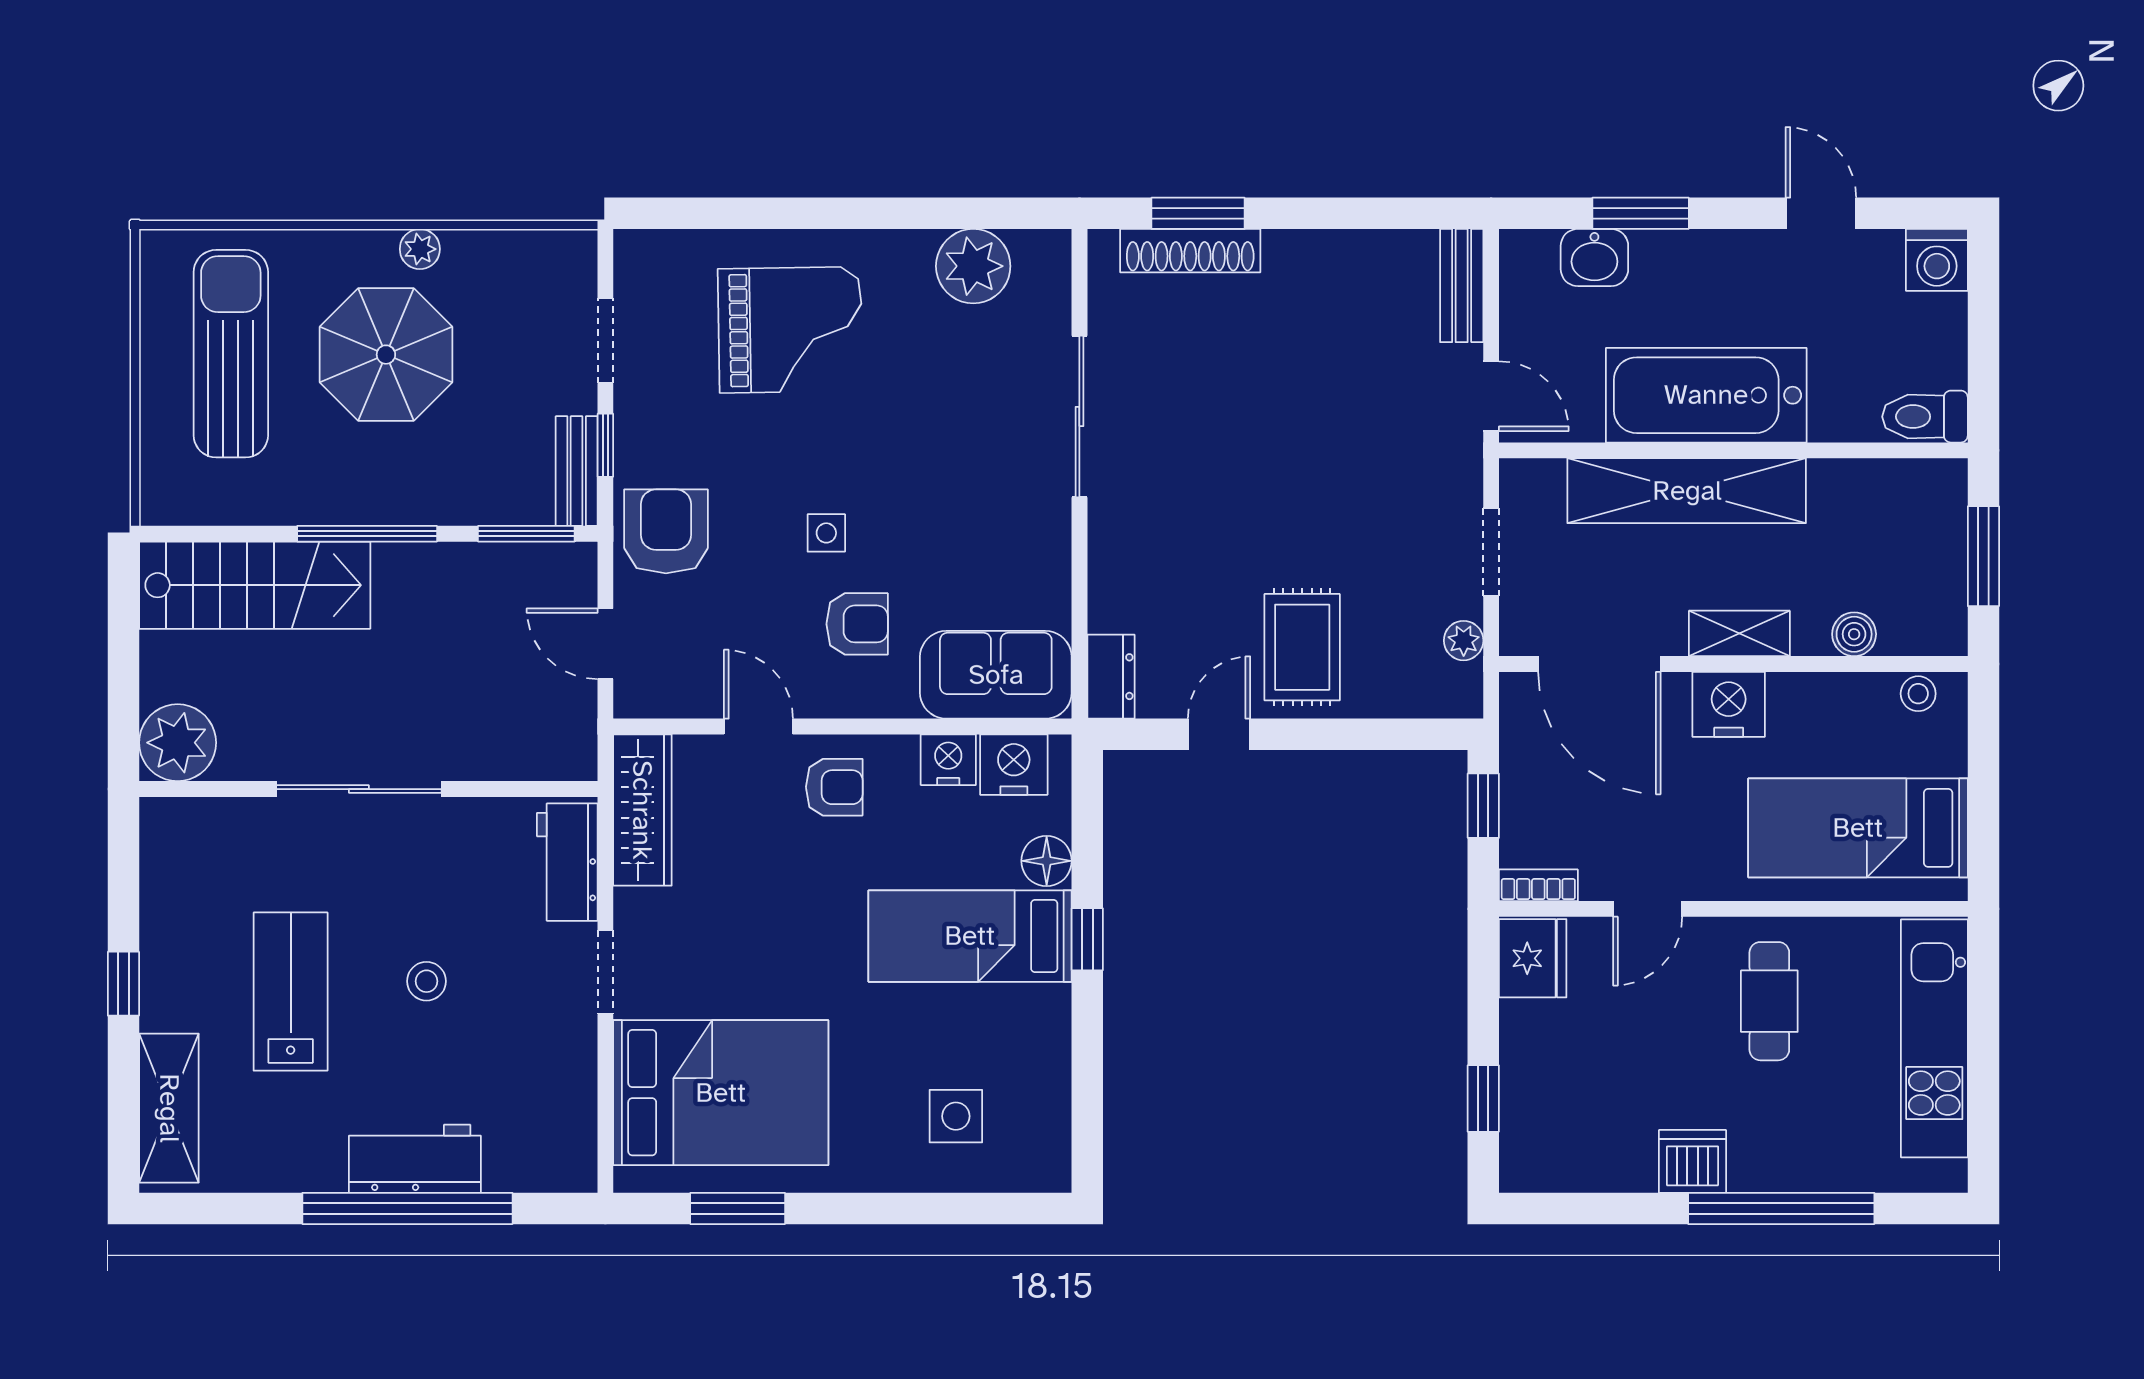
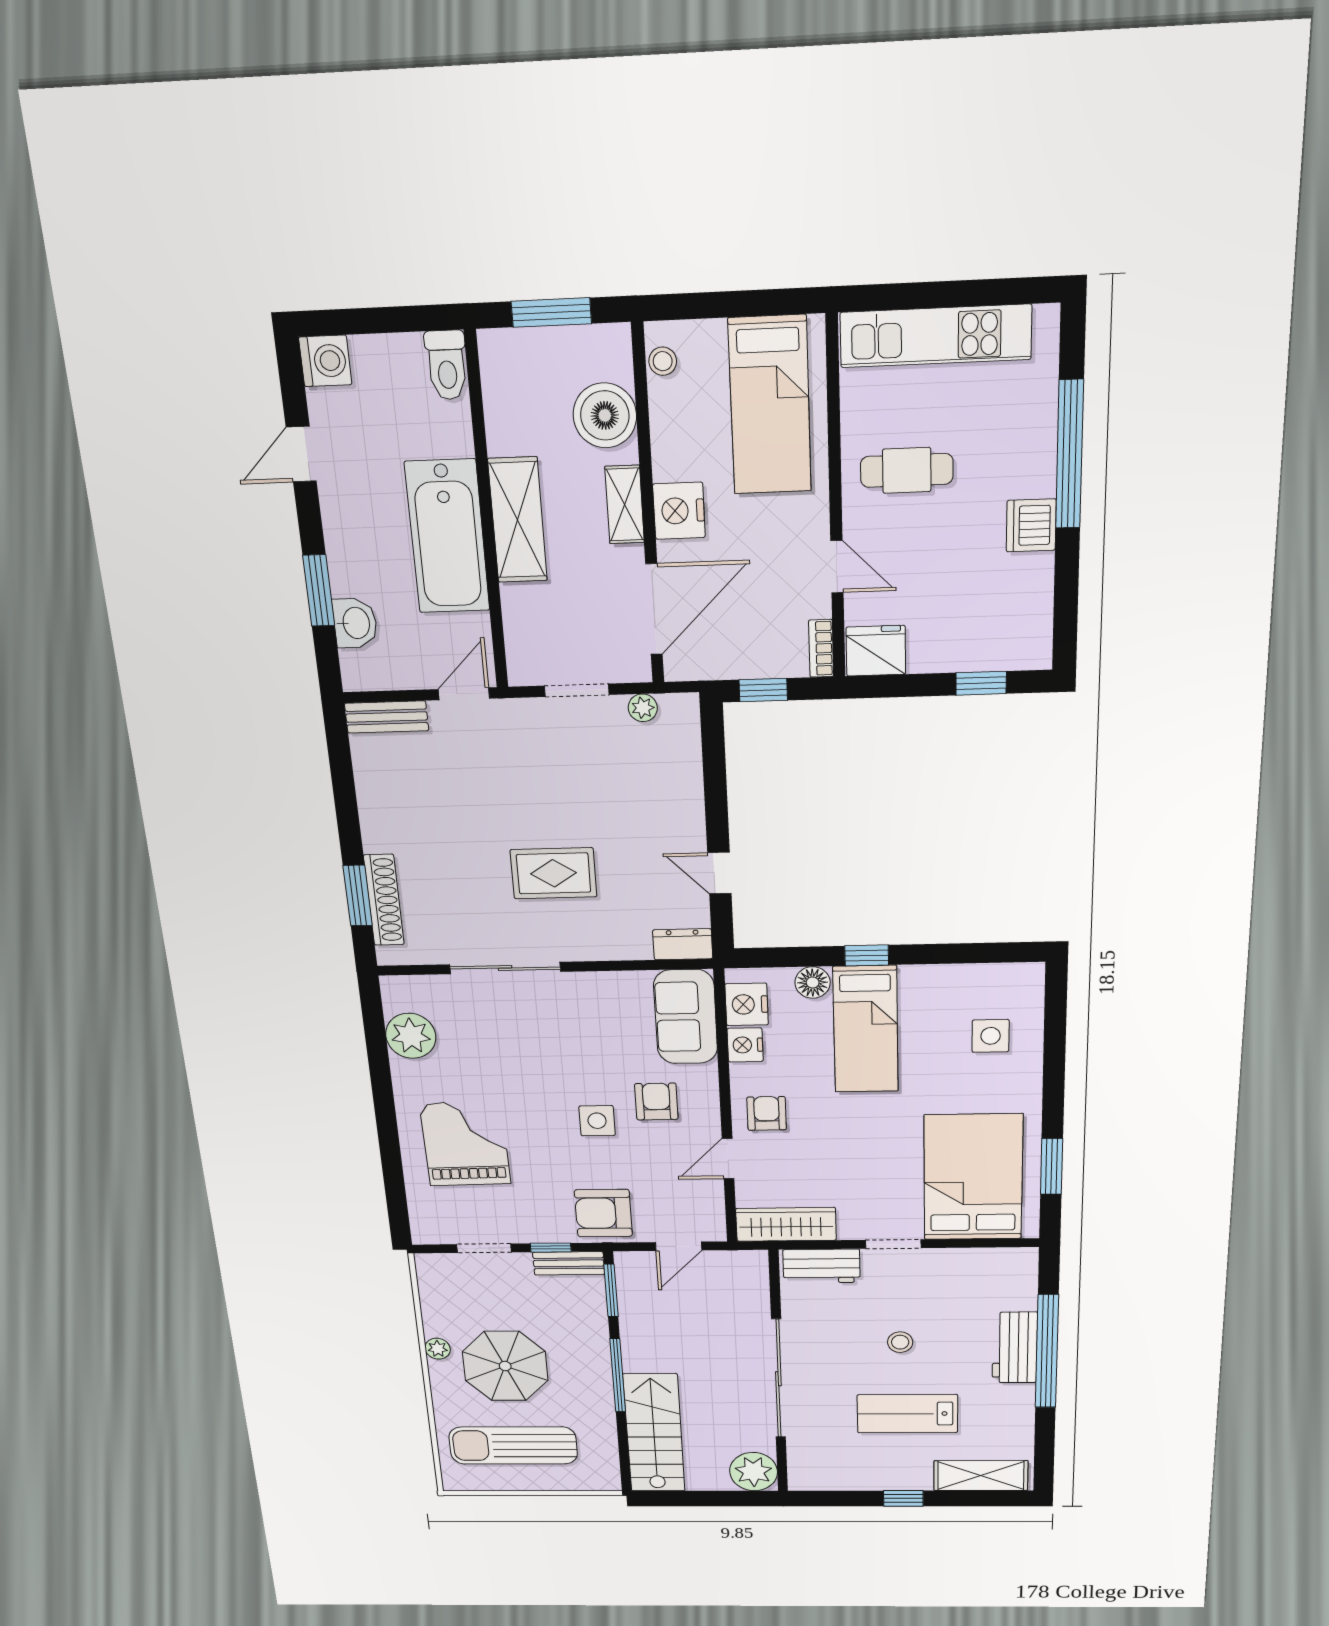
shelving: (1687, 491) -> (518, 520), width x0.68
side table: (826, 533) -> (597, 1121), width x1.37, depth x1.37
boiler: (1854, 634) -> (605, 415), width x1.86, depth x1.86
rug: (1302, 647) -> (553, 873), moved
sliding door: (359, 789) -> (778, 1379), width x1.36

